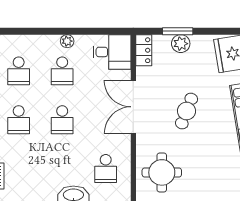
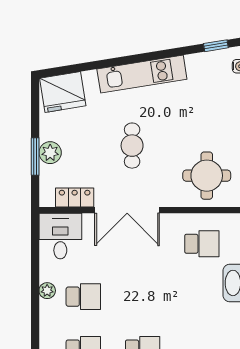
locker: (144, 50) -> (75, 198), moved
cafe table: (187, 111) -> (132, 146), turned 69
school desk: (62, 120) -> (143, 297), removed

